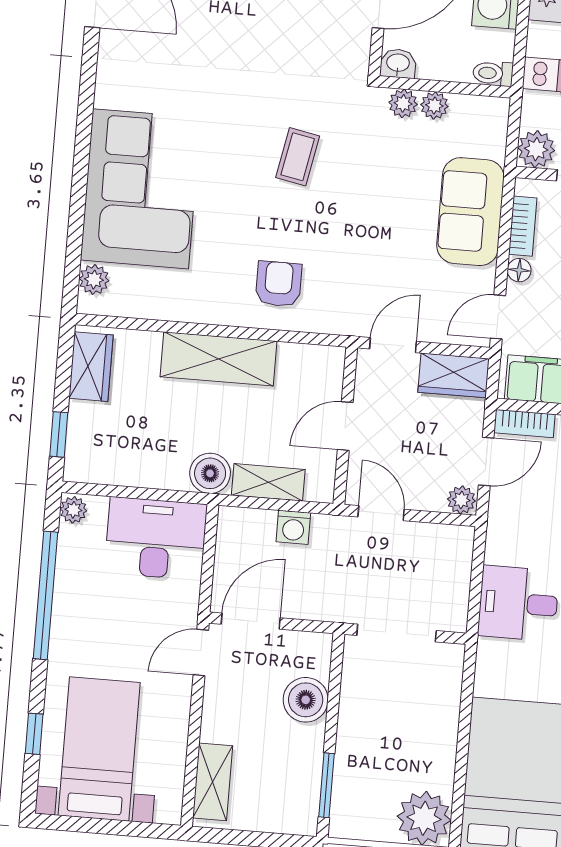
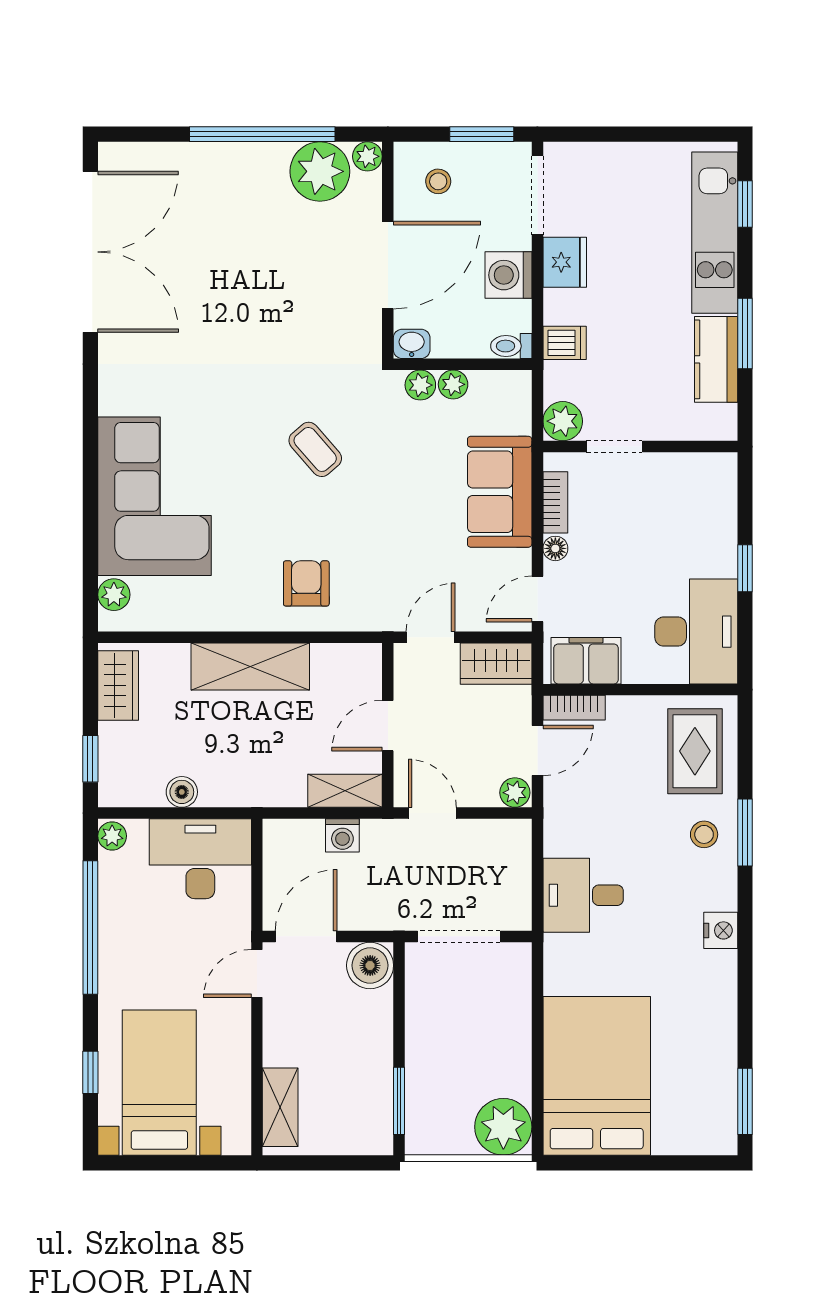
coffee table: (298, 157) -> (315, 449), turned -52
boiler: (210, 473) -> (182, 792), moved, width x0.73, depth x0.73
shelving: (268, 482) -> (345, 791), moved
boiler: (306, 700) -> (370, 965), moved

